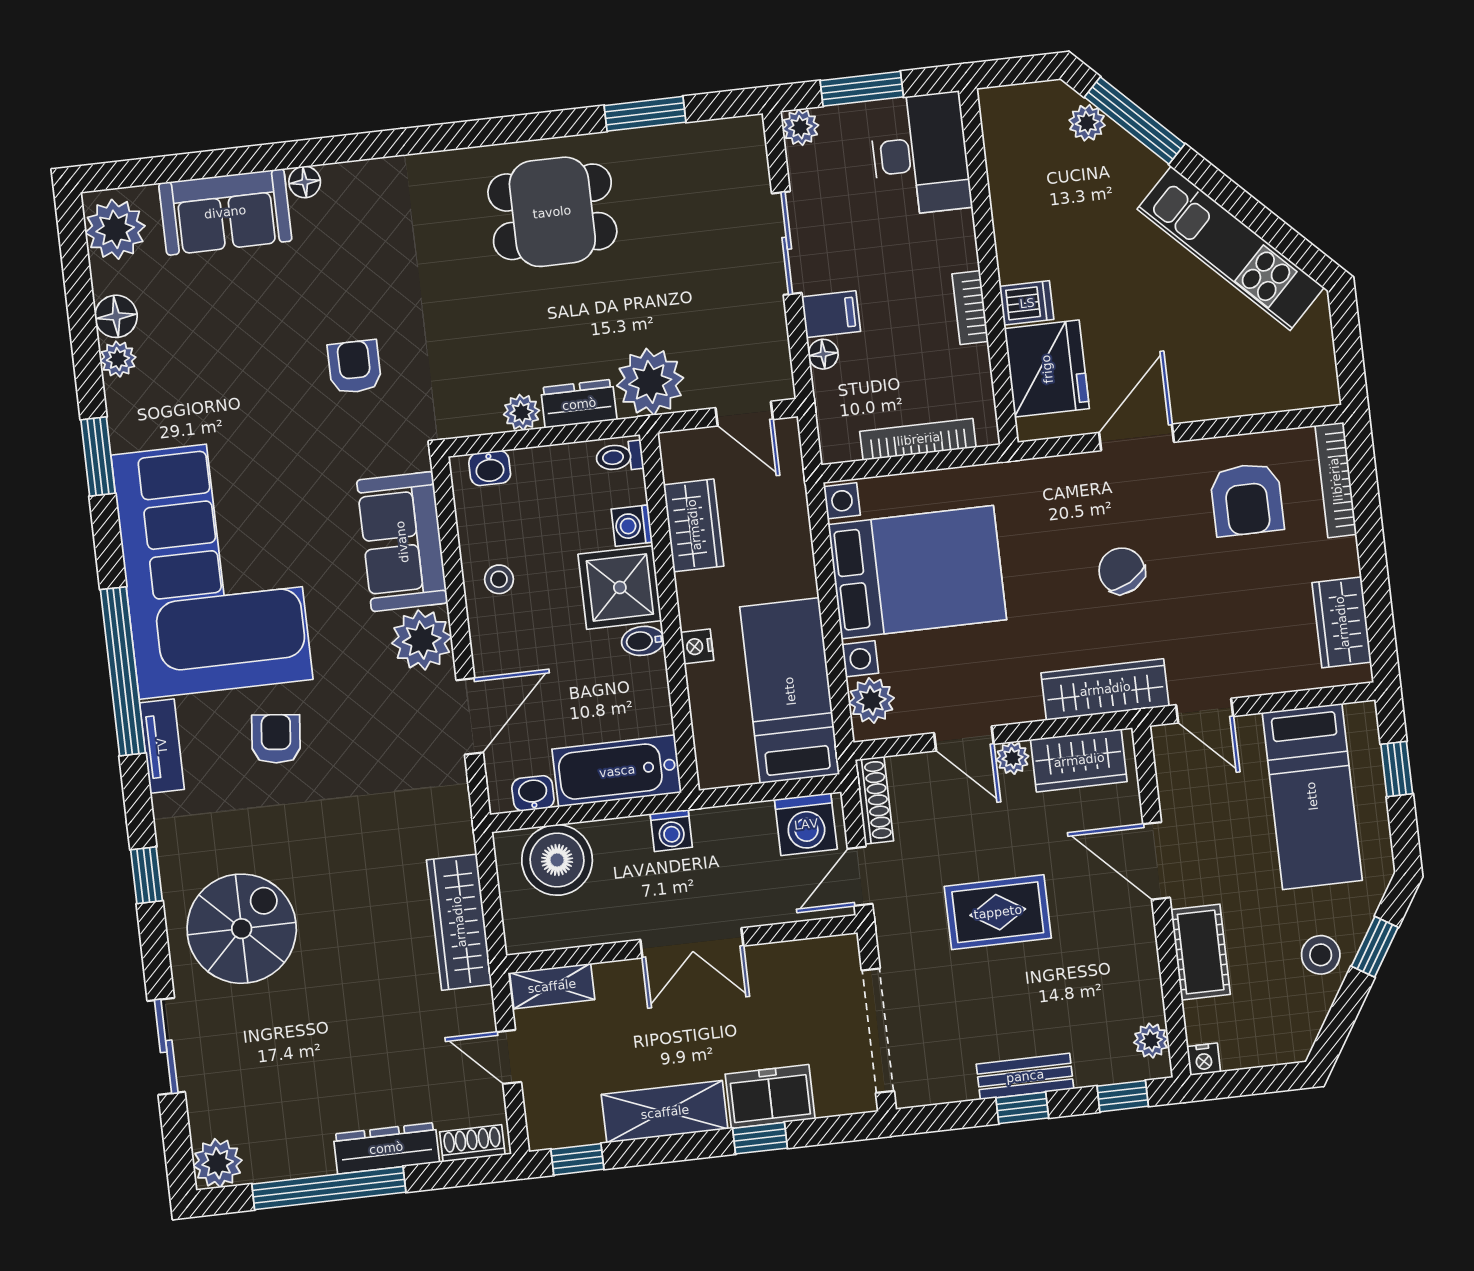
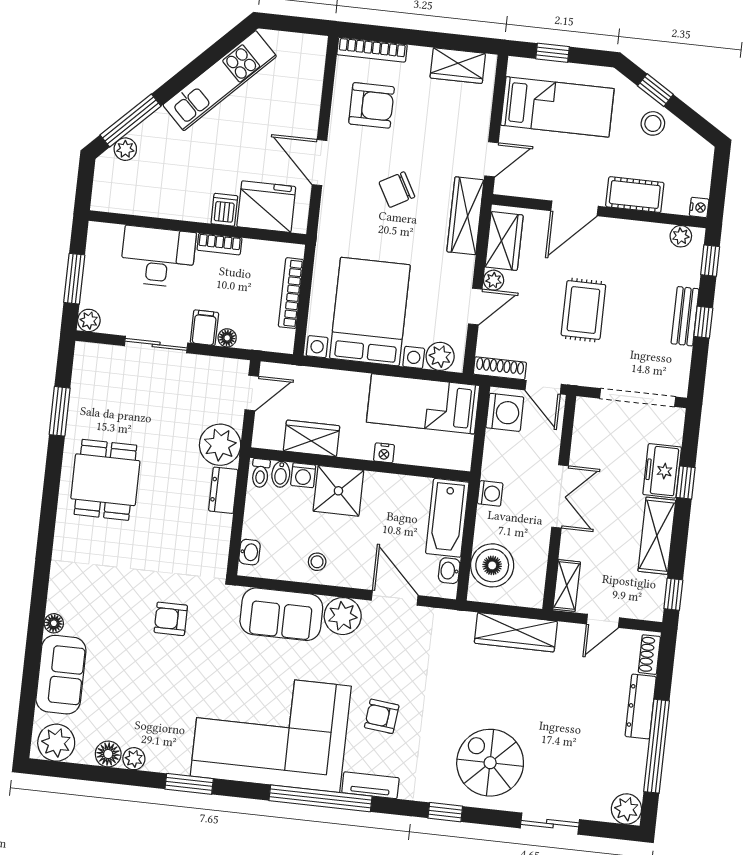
desk: (920, 154) -> (158, 257), moved
plant: (522, 412) -> (221, 526), removed
bidet: (643, 641) -> (281, 474), moved

